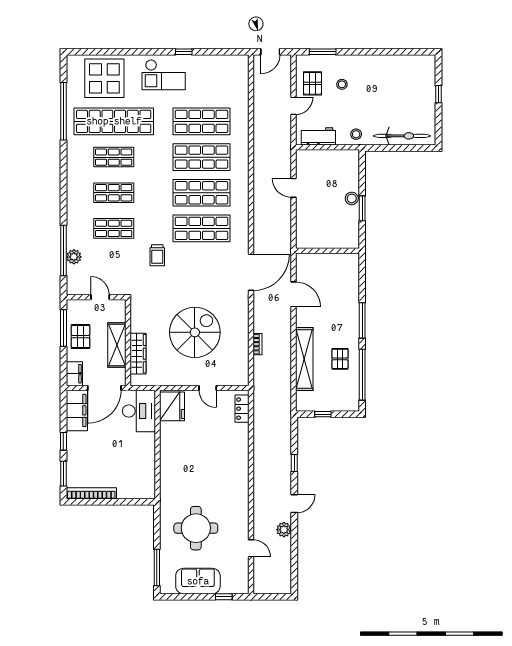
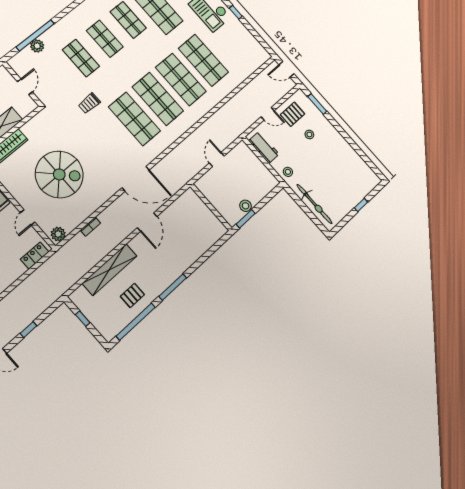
wall: (327, 251) -> (211, 207), moved
plant: (241, 375) -> (58, 234), added

